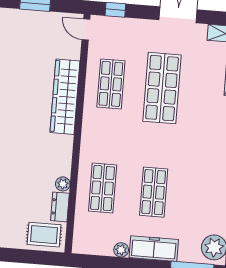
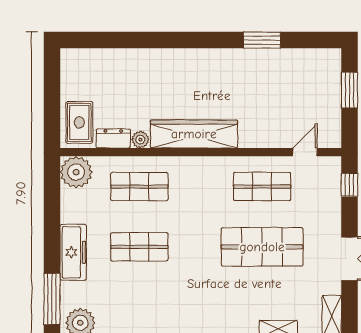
door: (86, 30) -> (305, 152), moved
wardrobe: (65, 97) -> (194, 134), moved
plant: (121, 250) -> (76, 172), moved, width x1.87, depth x1.87

